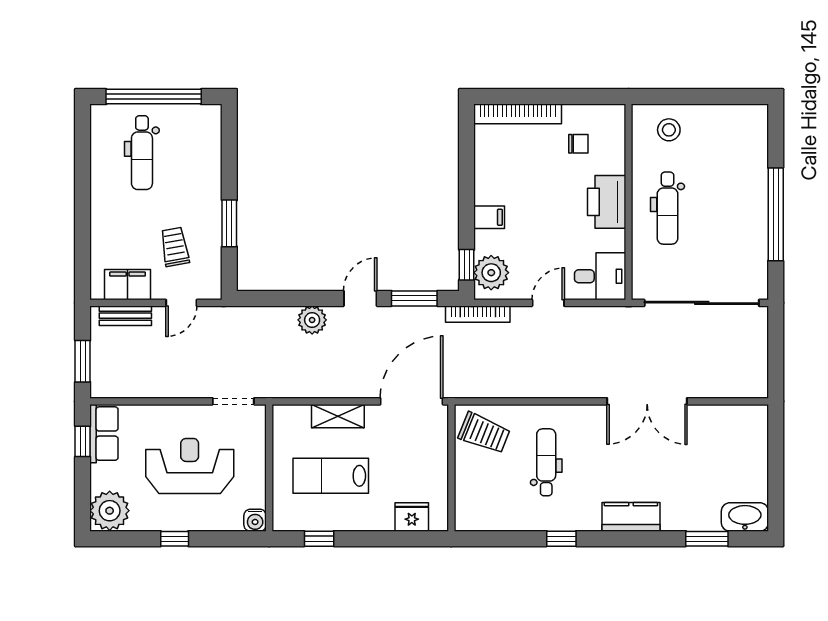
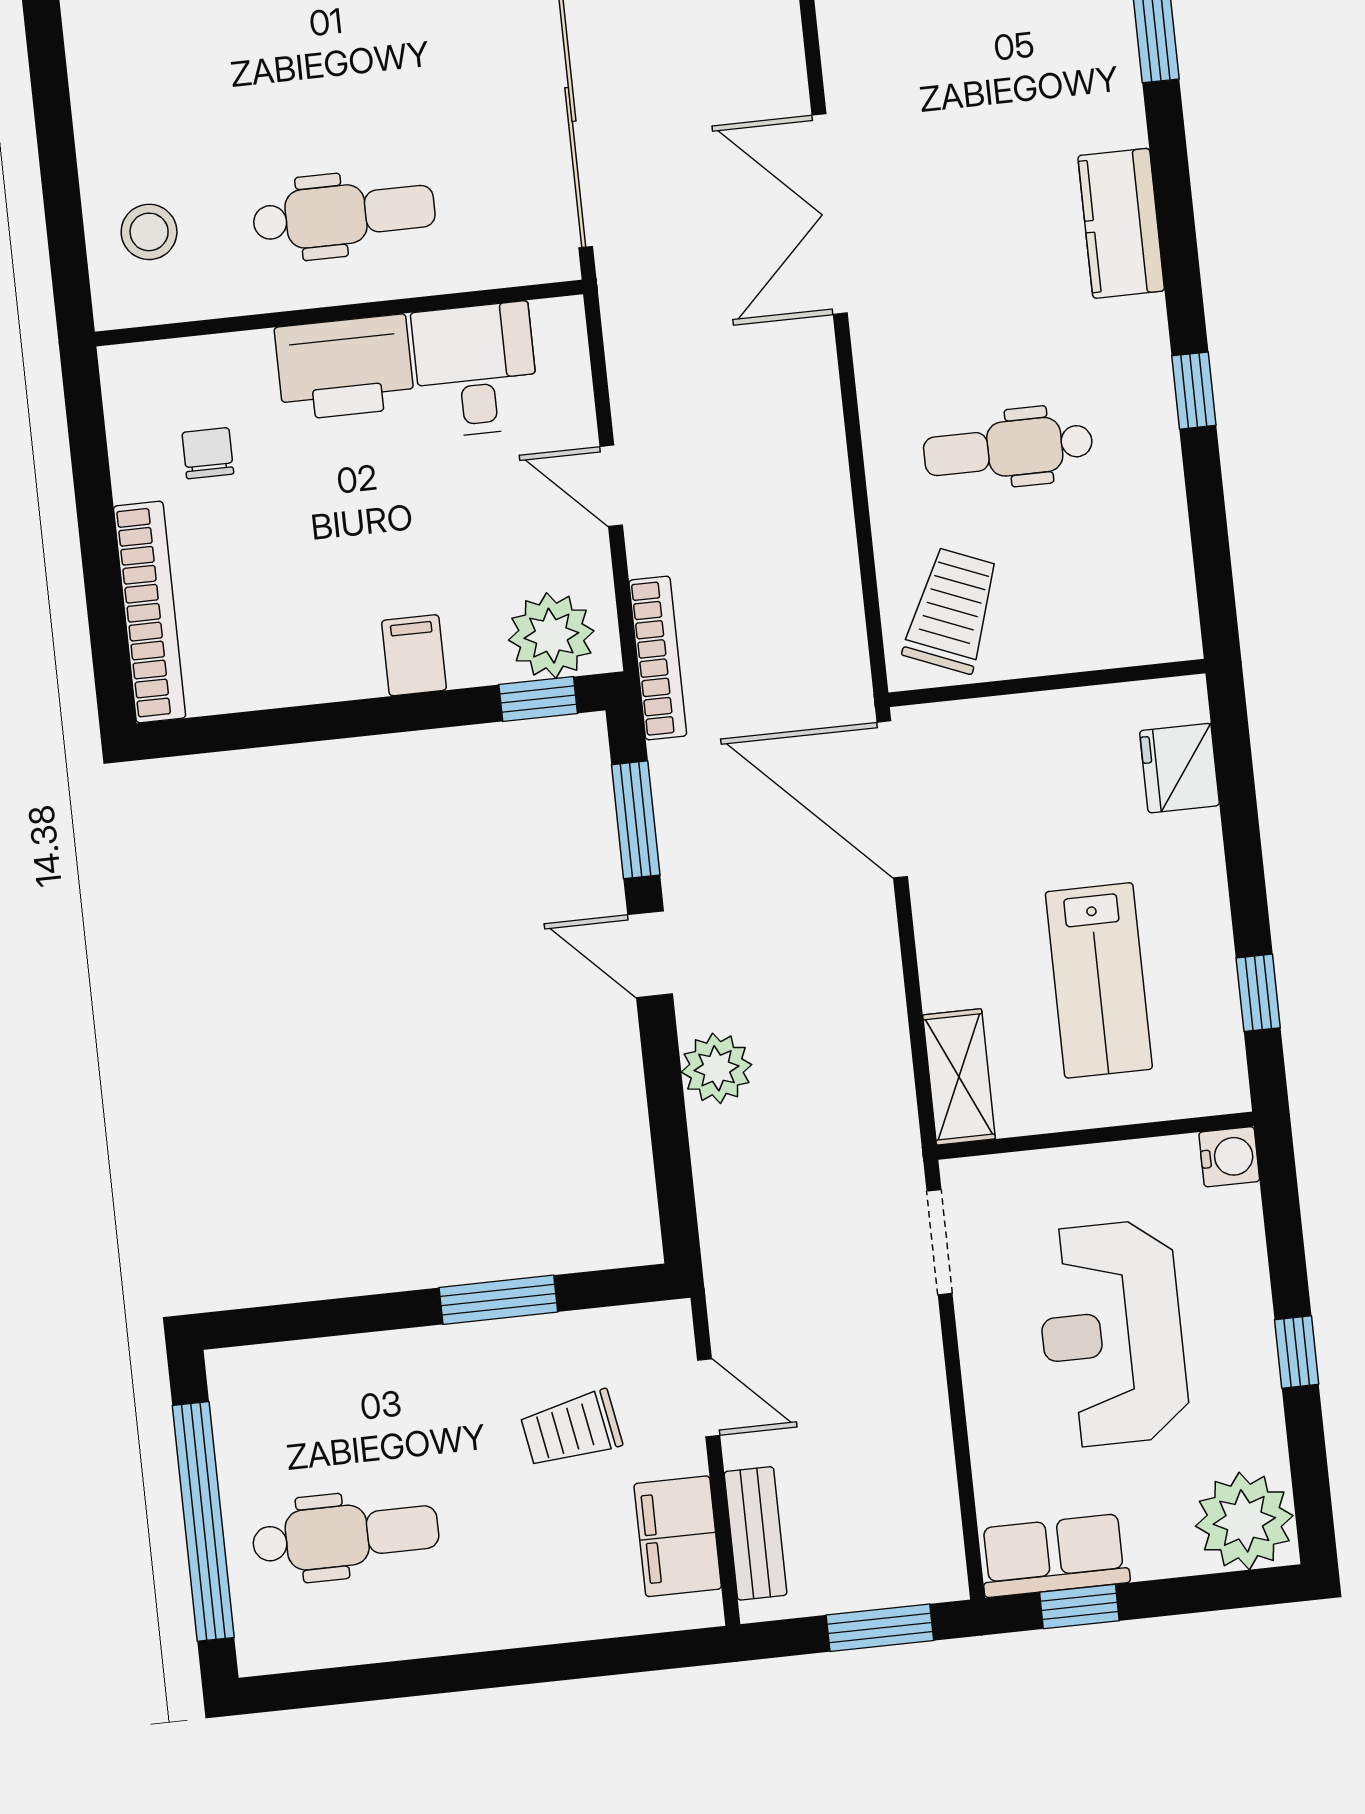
desk: (600, 276) -> (476, 370), moved
double door: (647, 401) -> (830, 214), swing flipped
shelving: (338, 416) -> (959, 1077), moved

